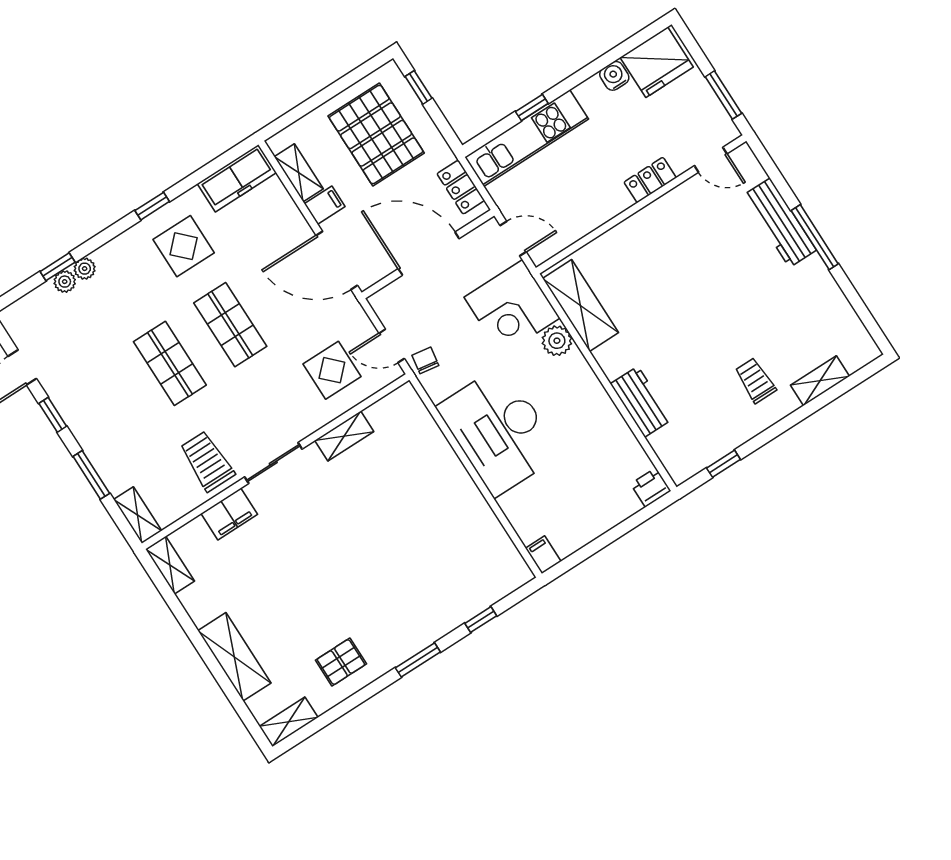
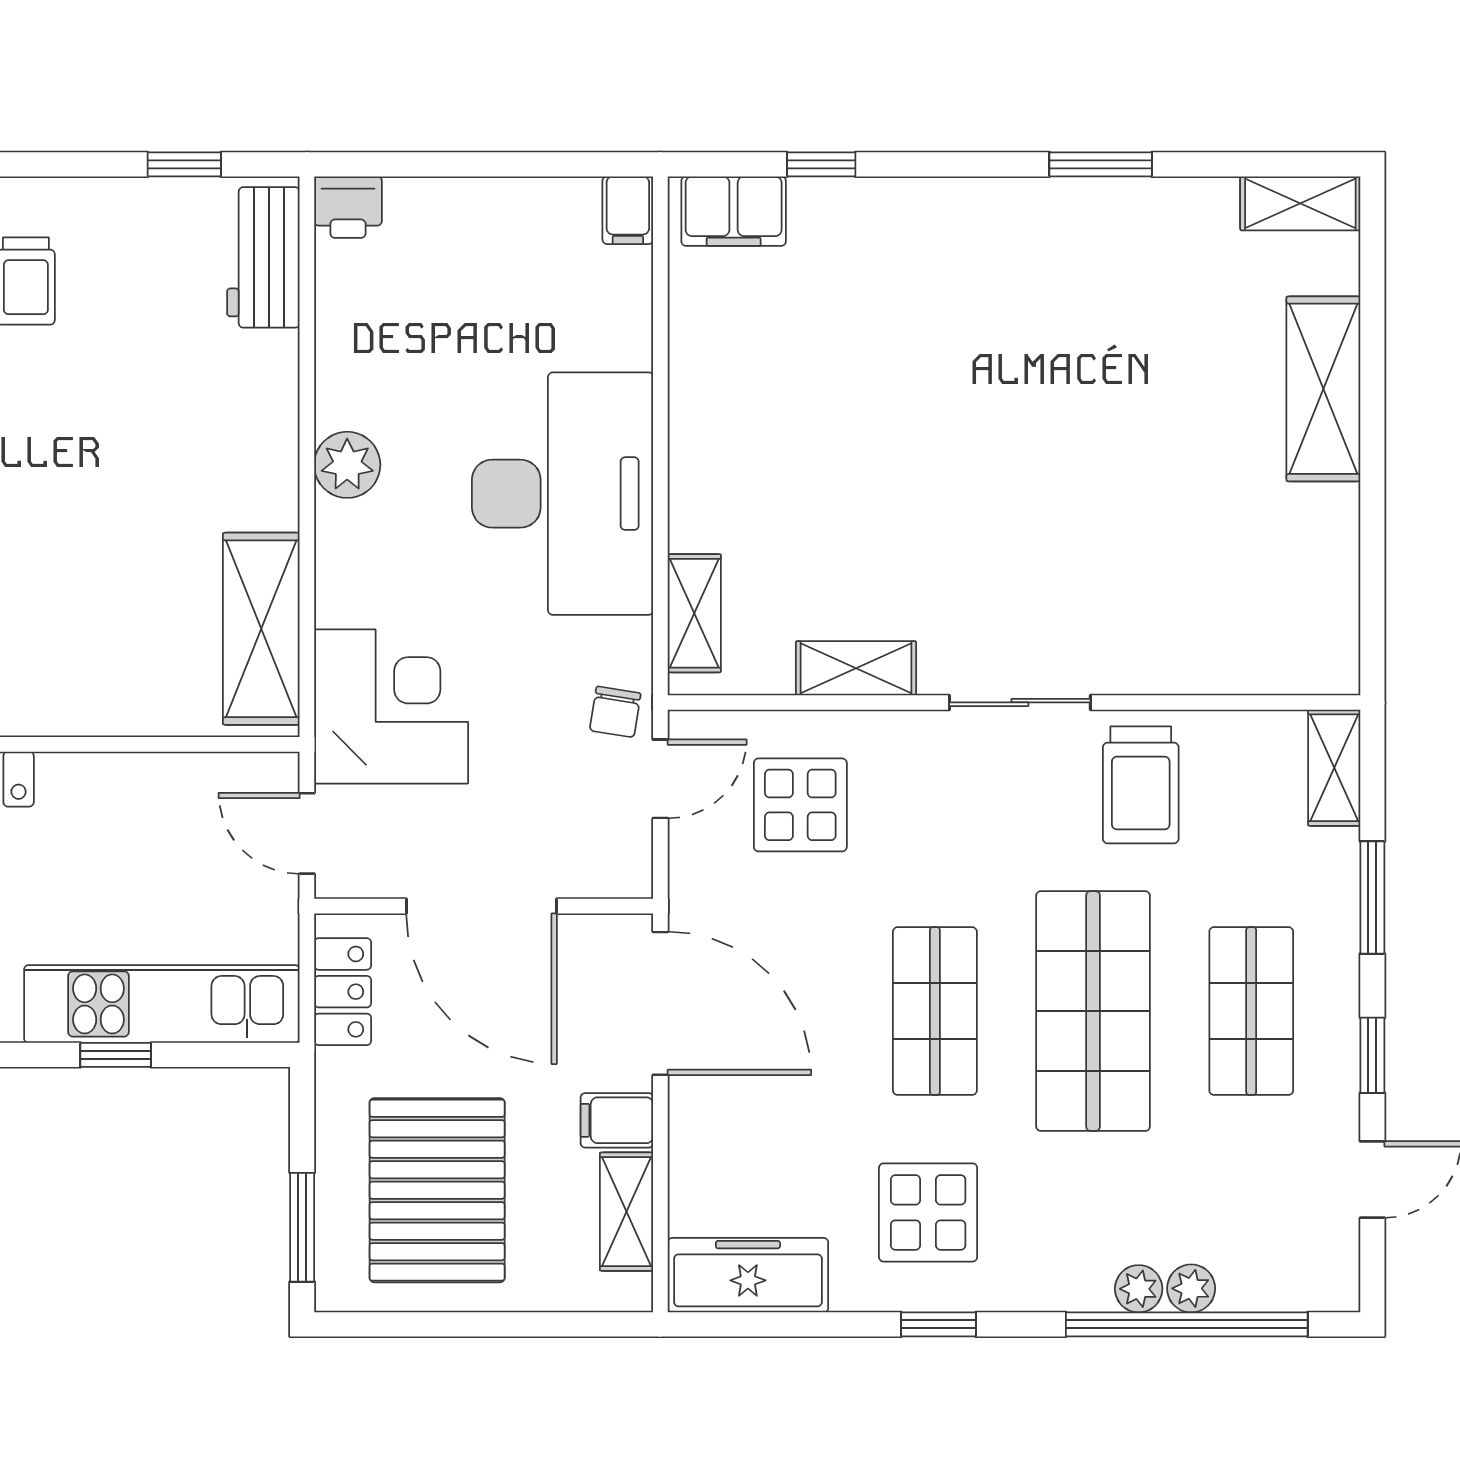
window: (419, 87) -> (302, 1227), width x1.50
window: (58, 267) -> (1187, 1324), width x3.17
plant: (557, 341) -> (347, 465), moved
door: (392, 346) -> (660, 779), hinge flipped
shop shelf: (170, 363) -> (1093, 1011), width x1.43, depth x1.36
shop shelf: (110, 402) -> (1251, 1011), added
workbench: (641, 402) -> (263, 257), moved
filing cabinet: (229, 514) -> (734, 211), moved, turned 180
shelving: (170, 565) -> (694, 613), moved
window: (418, 660) -> (1101, 164), moved
pallet: (341, 662) -> (1132, 252), removed

